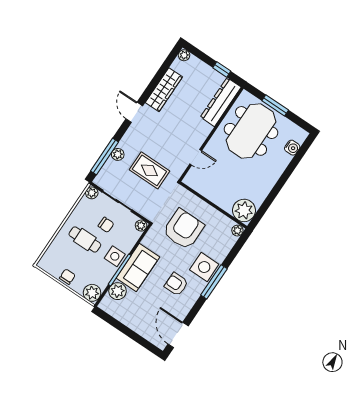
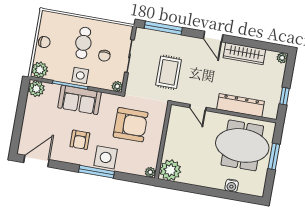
dresser: (221, 102) -> (241, 105), moved
door: (134, 112) -> (213, 37), swing flipped
water cooler: (292, 148) -> (232, 186), moved
plant: (118, 154) -> (170, 39), removed
plant: (92, 193) -> (127, 31), removed
armchair: (176, 284) -> (80, 140), turned 180
plant: (117, 291) -> (36, 89), moved

